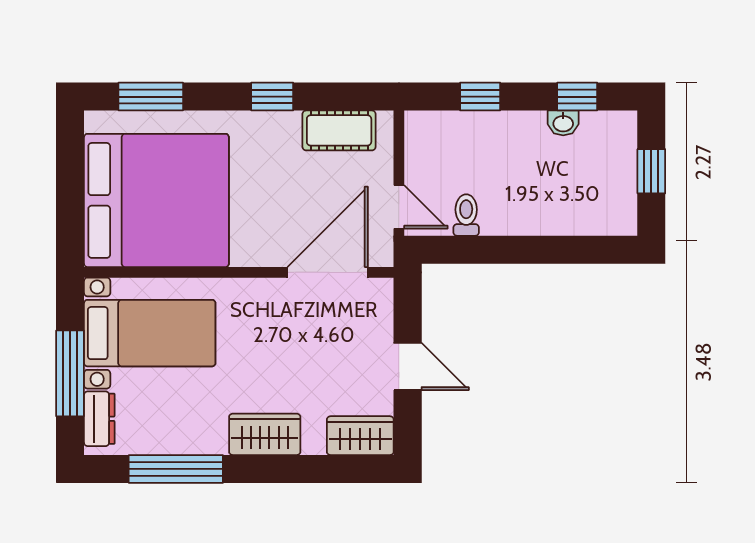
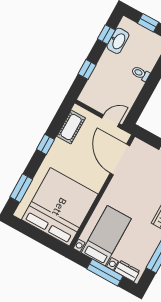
washbasin: (563, 123) -> (118, 41), width x1.91, depth x1.45
toilet: (466, 215) -> (141, 74), moved

